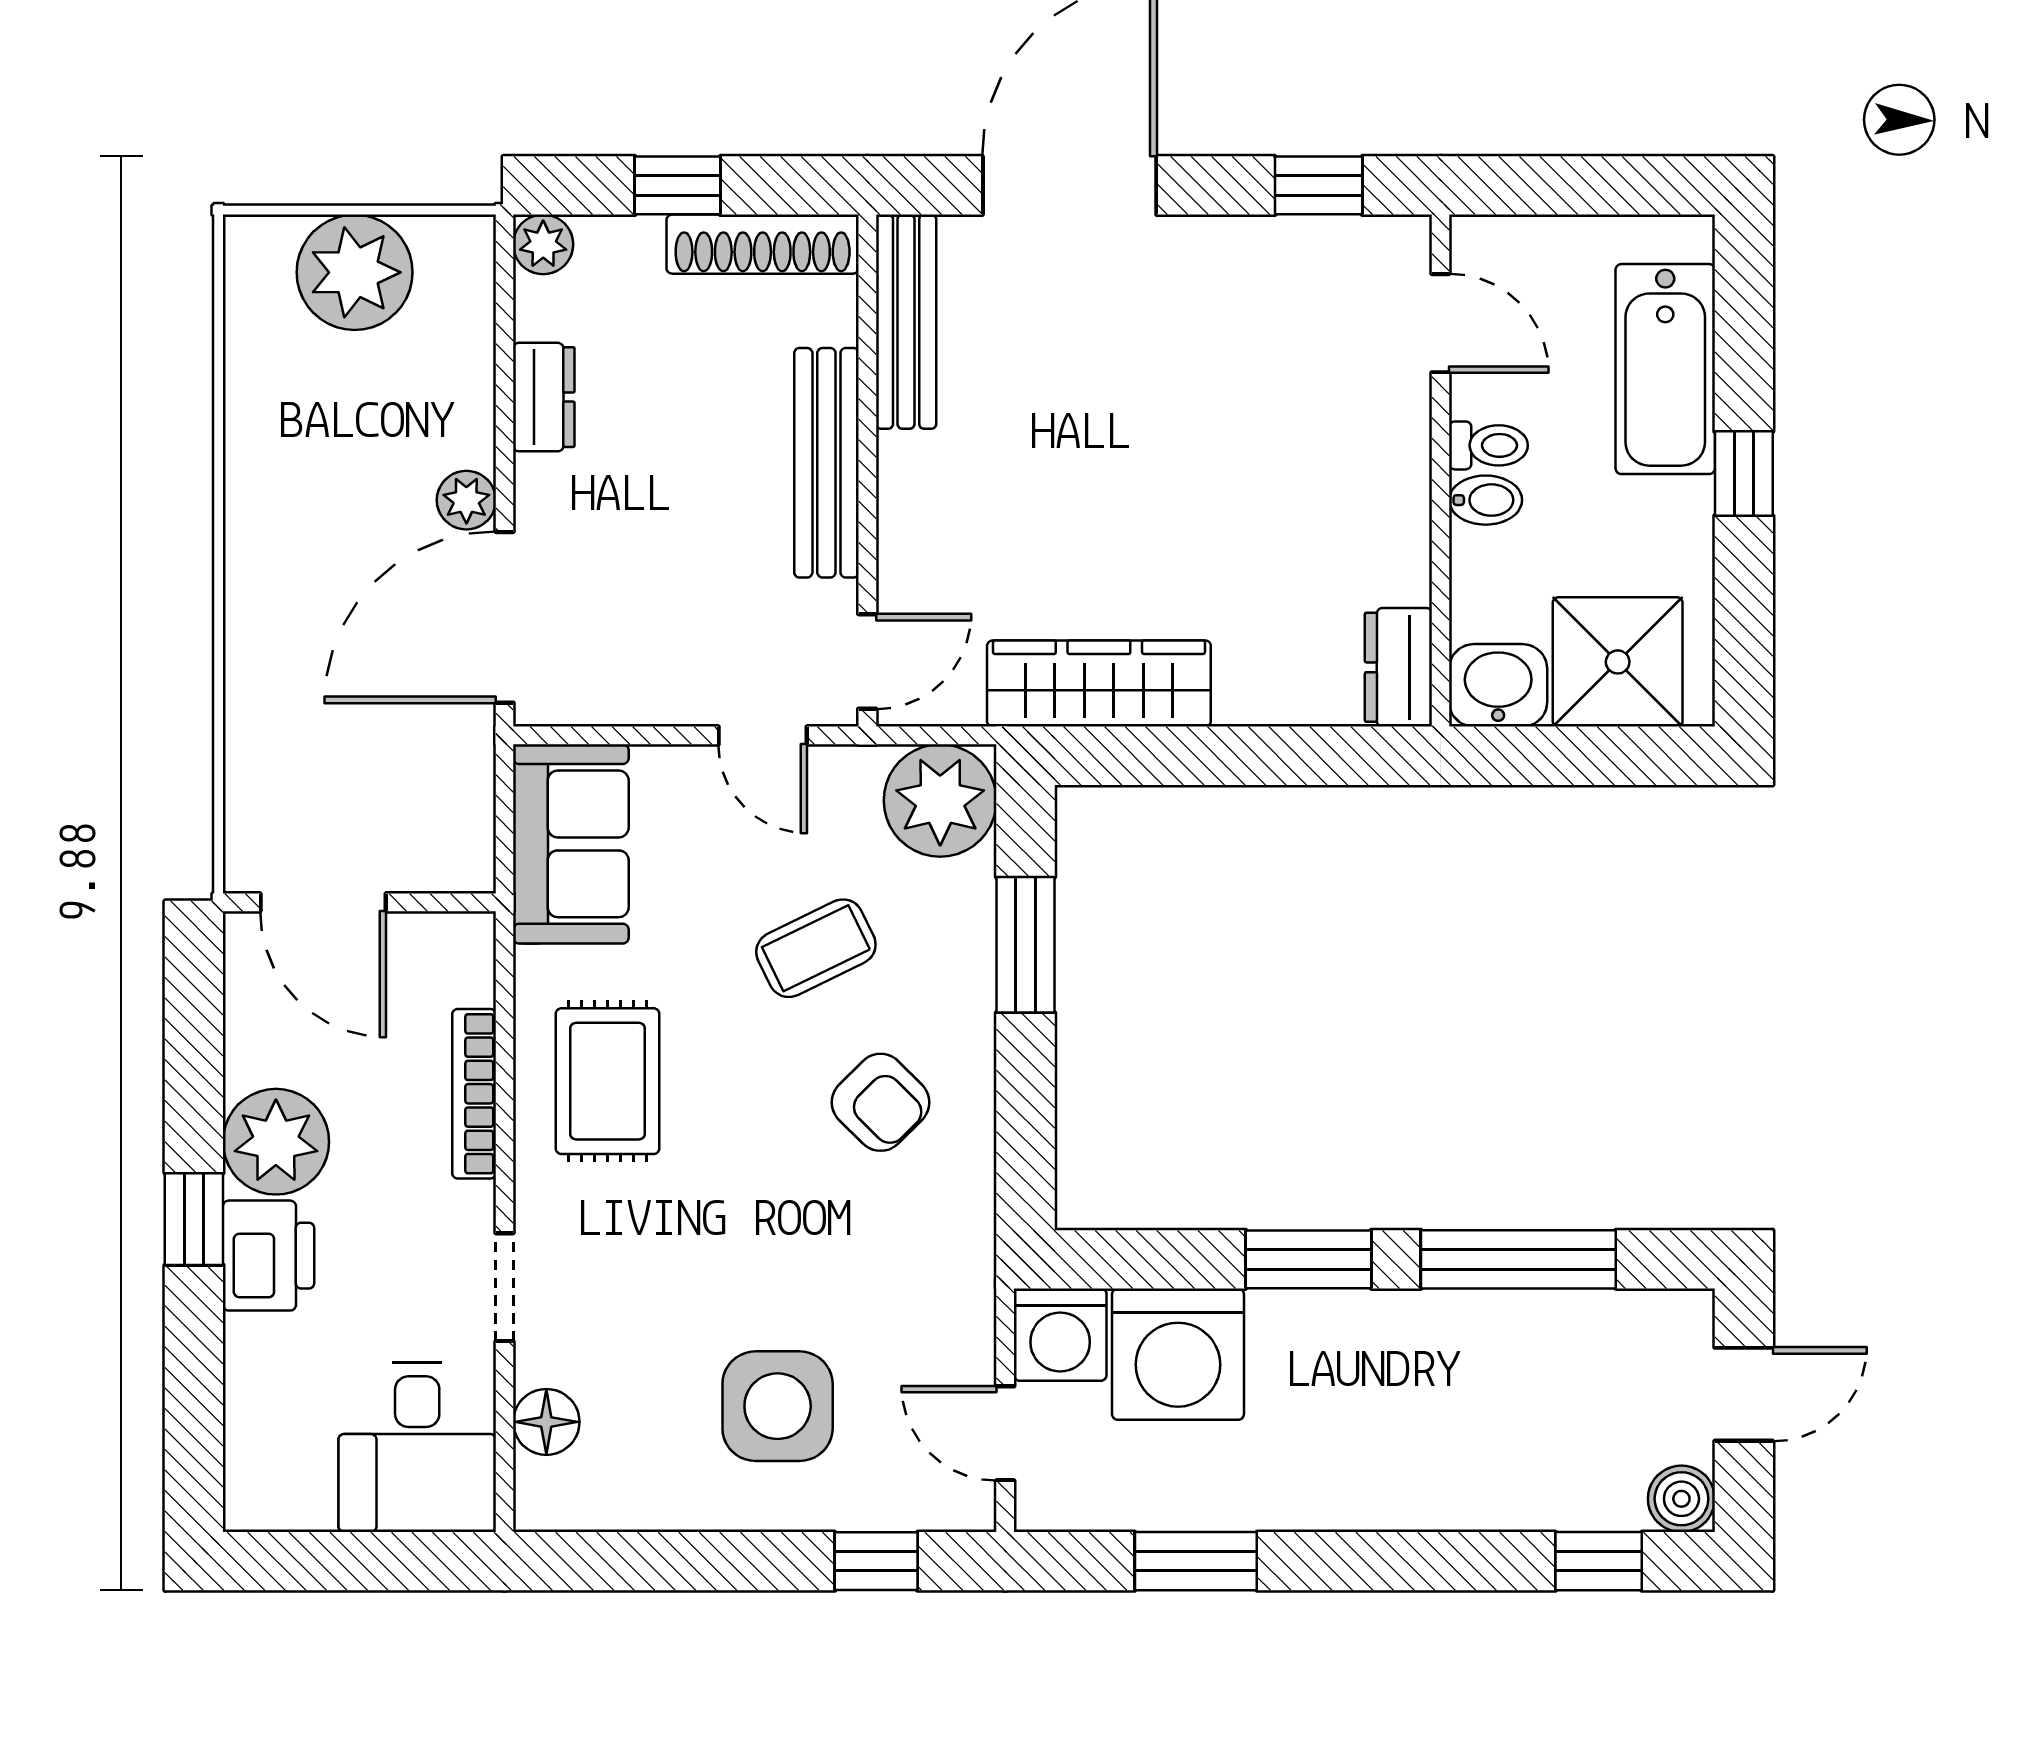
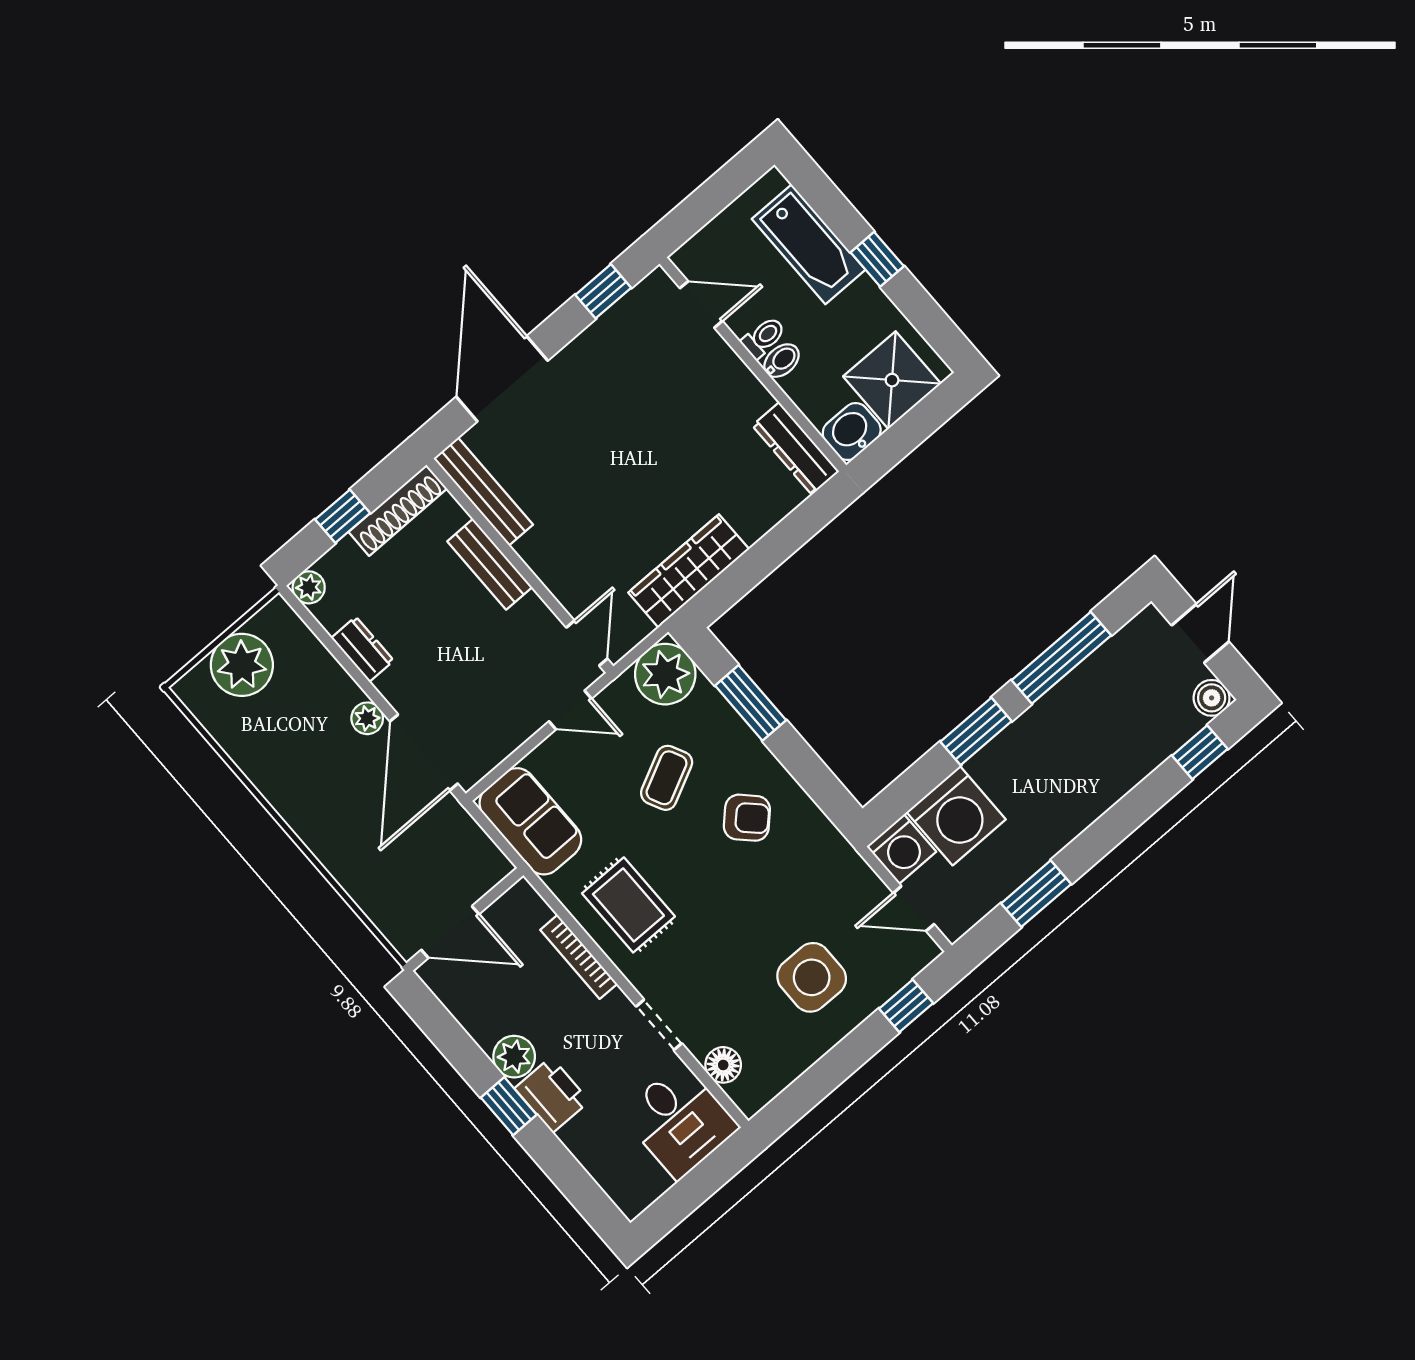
bench: (826, 463) -> (490, 564), width x0.73
dresser: (1398, 667) -> (796, 449), width x1.44
plant: (276, 1142) -> (514, 1057), width x0.73, depth x0.73

